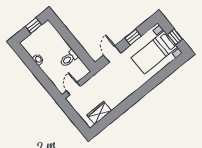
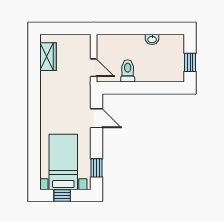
window: (133, 37) -> (96, 168), moved
door: (73, 89) -> (94, 68), moved

